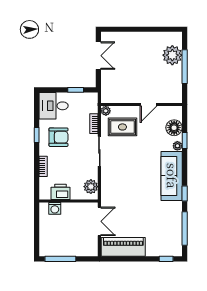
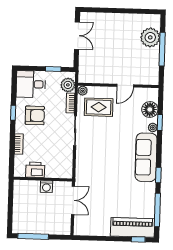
plant: (91, 187) -> (68, 85), moved
washing machine: (55, 208) -> (46, 187), moved
piano: (123, 247) -> (133, 227), moved

